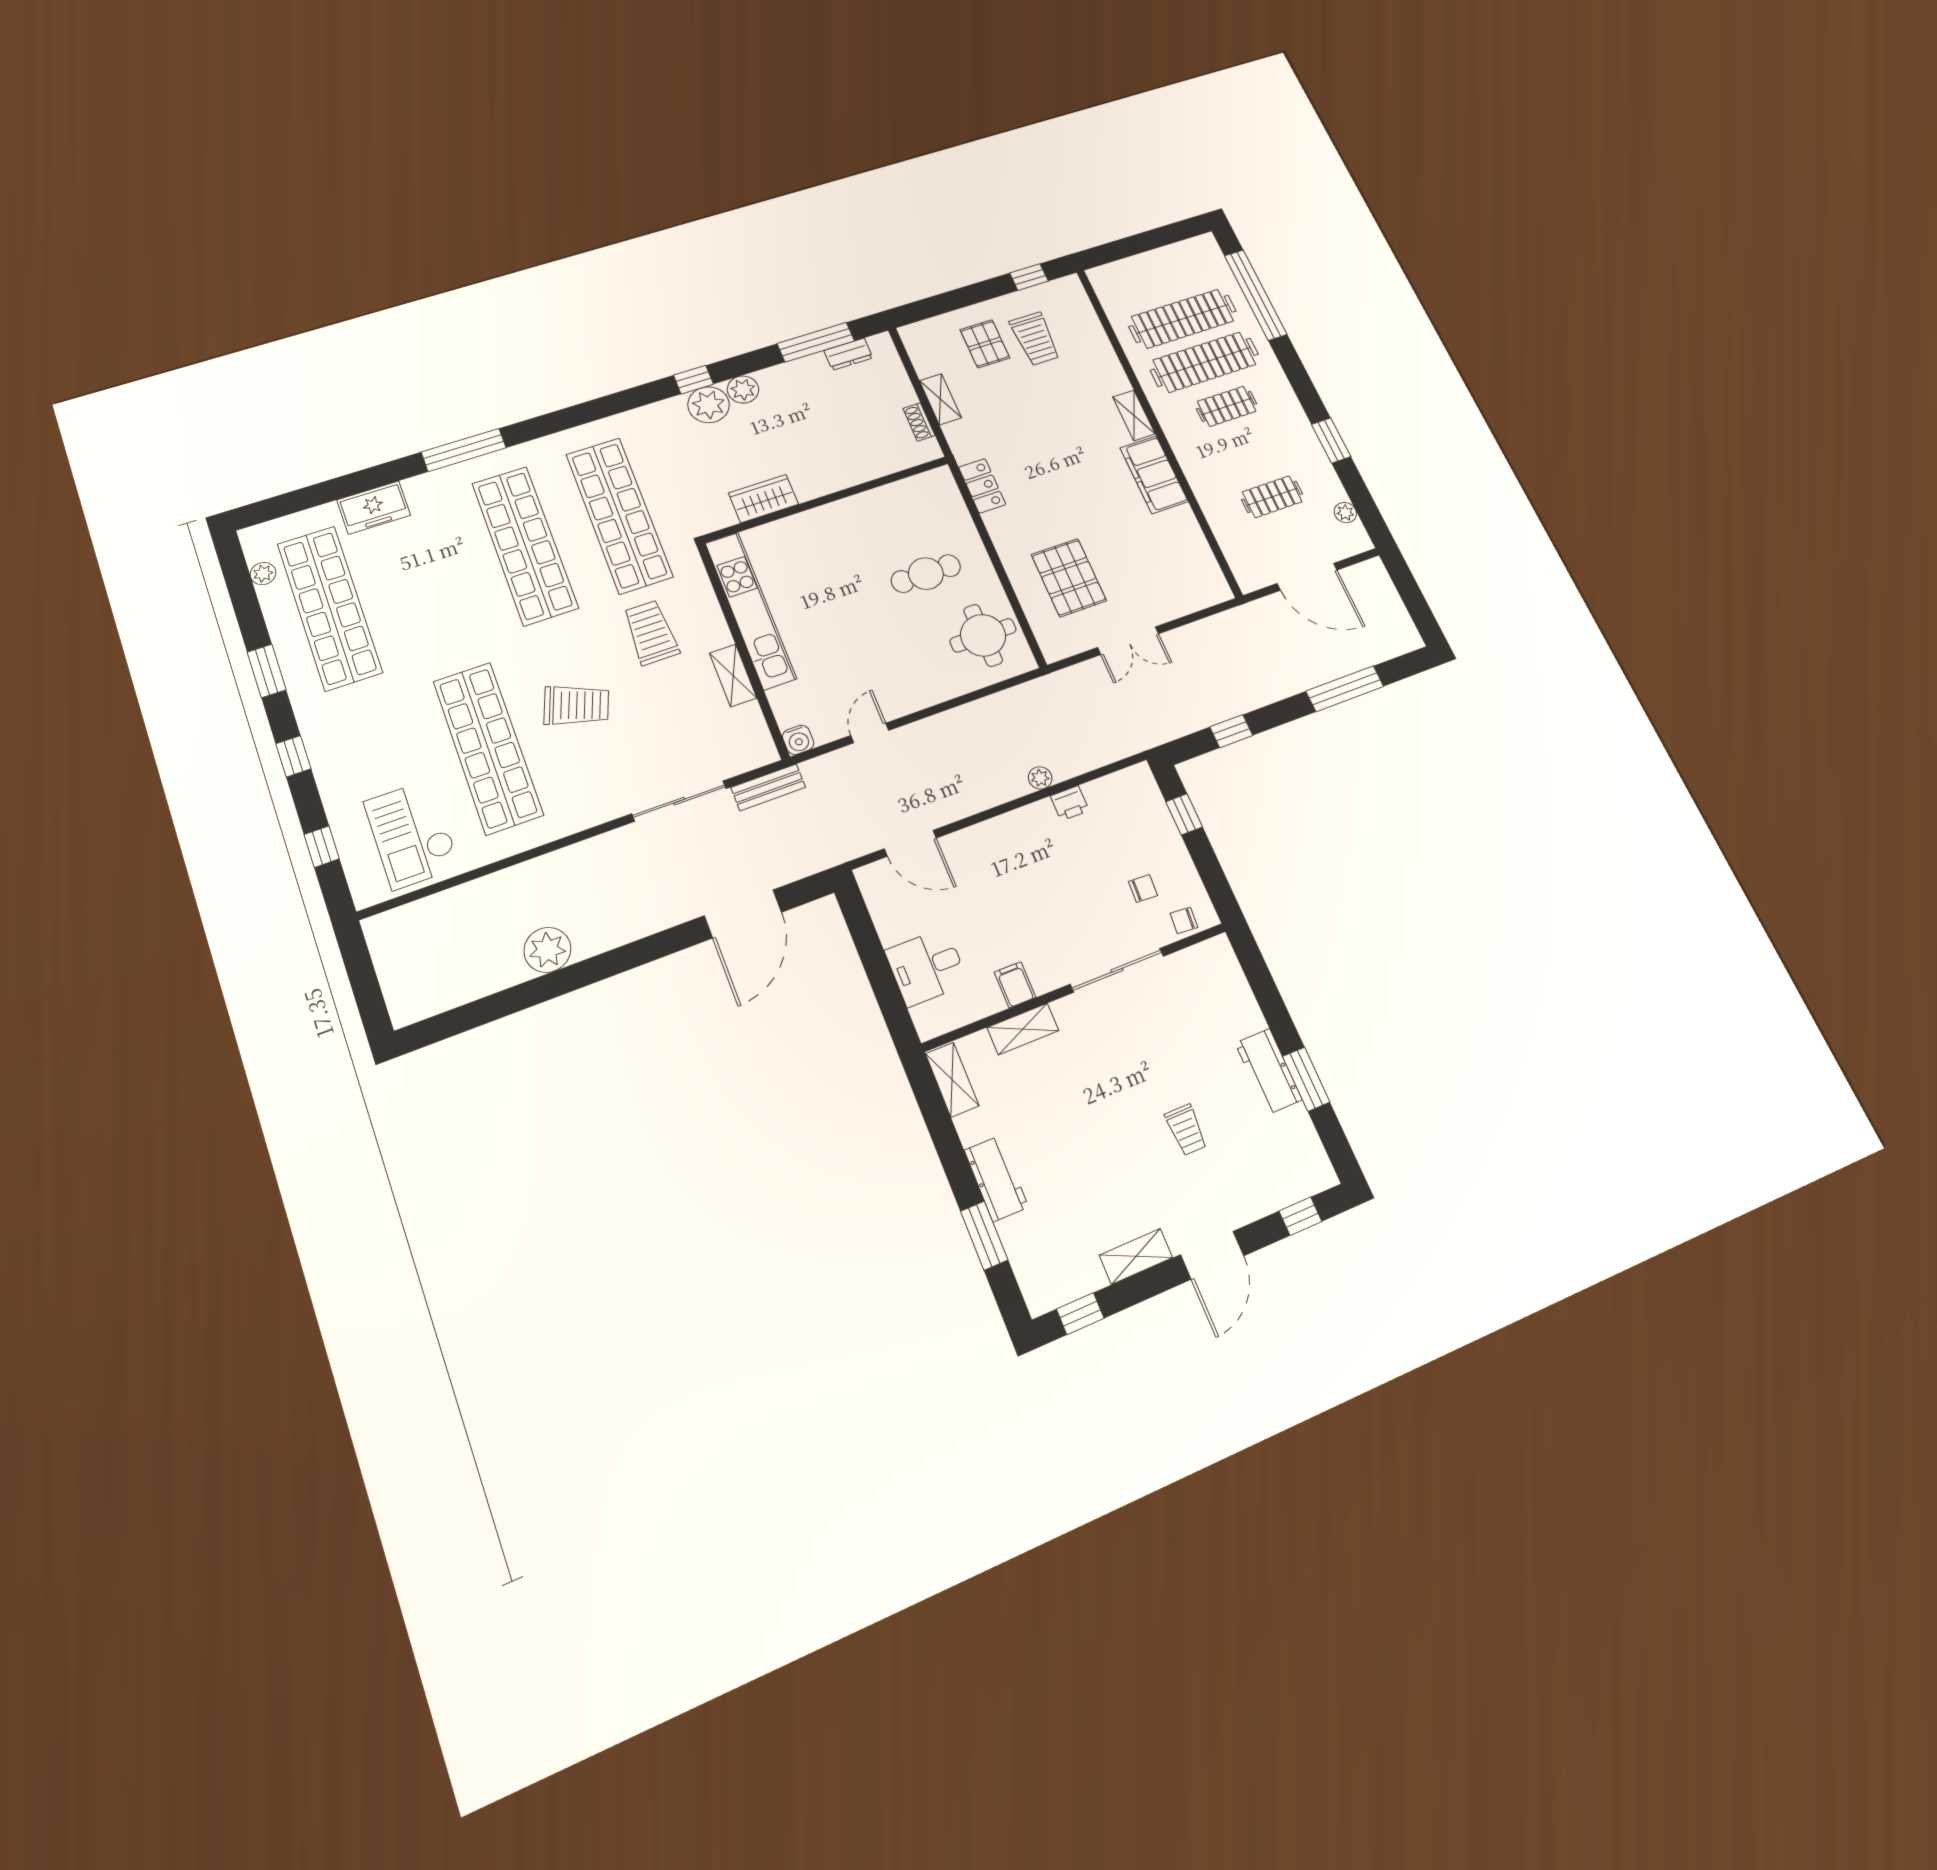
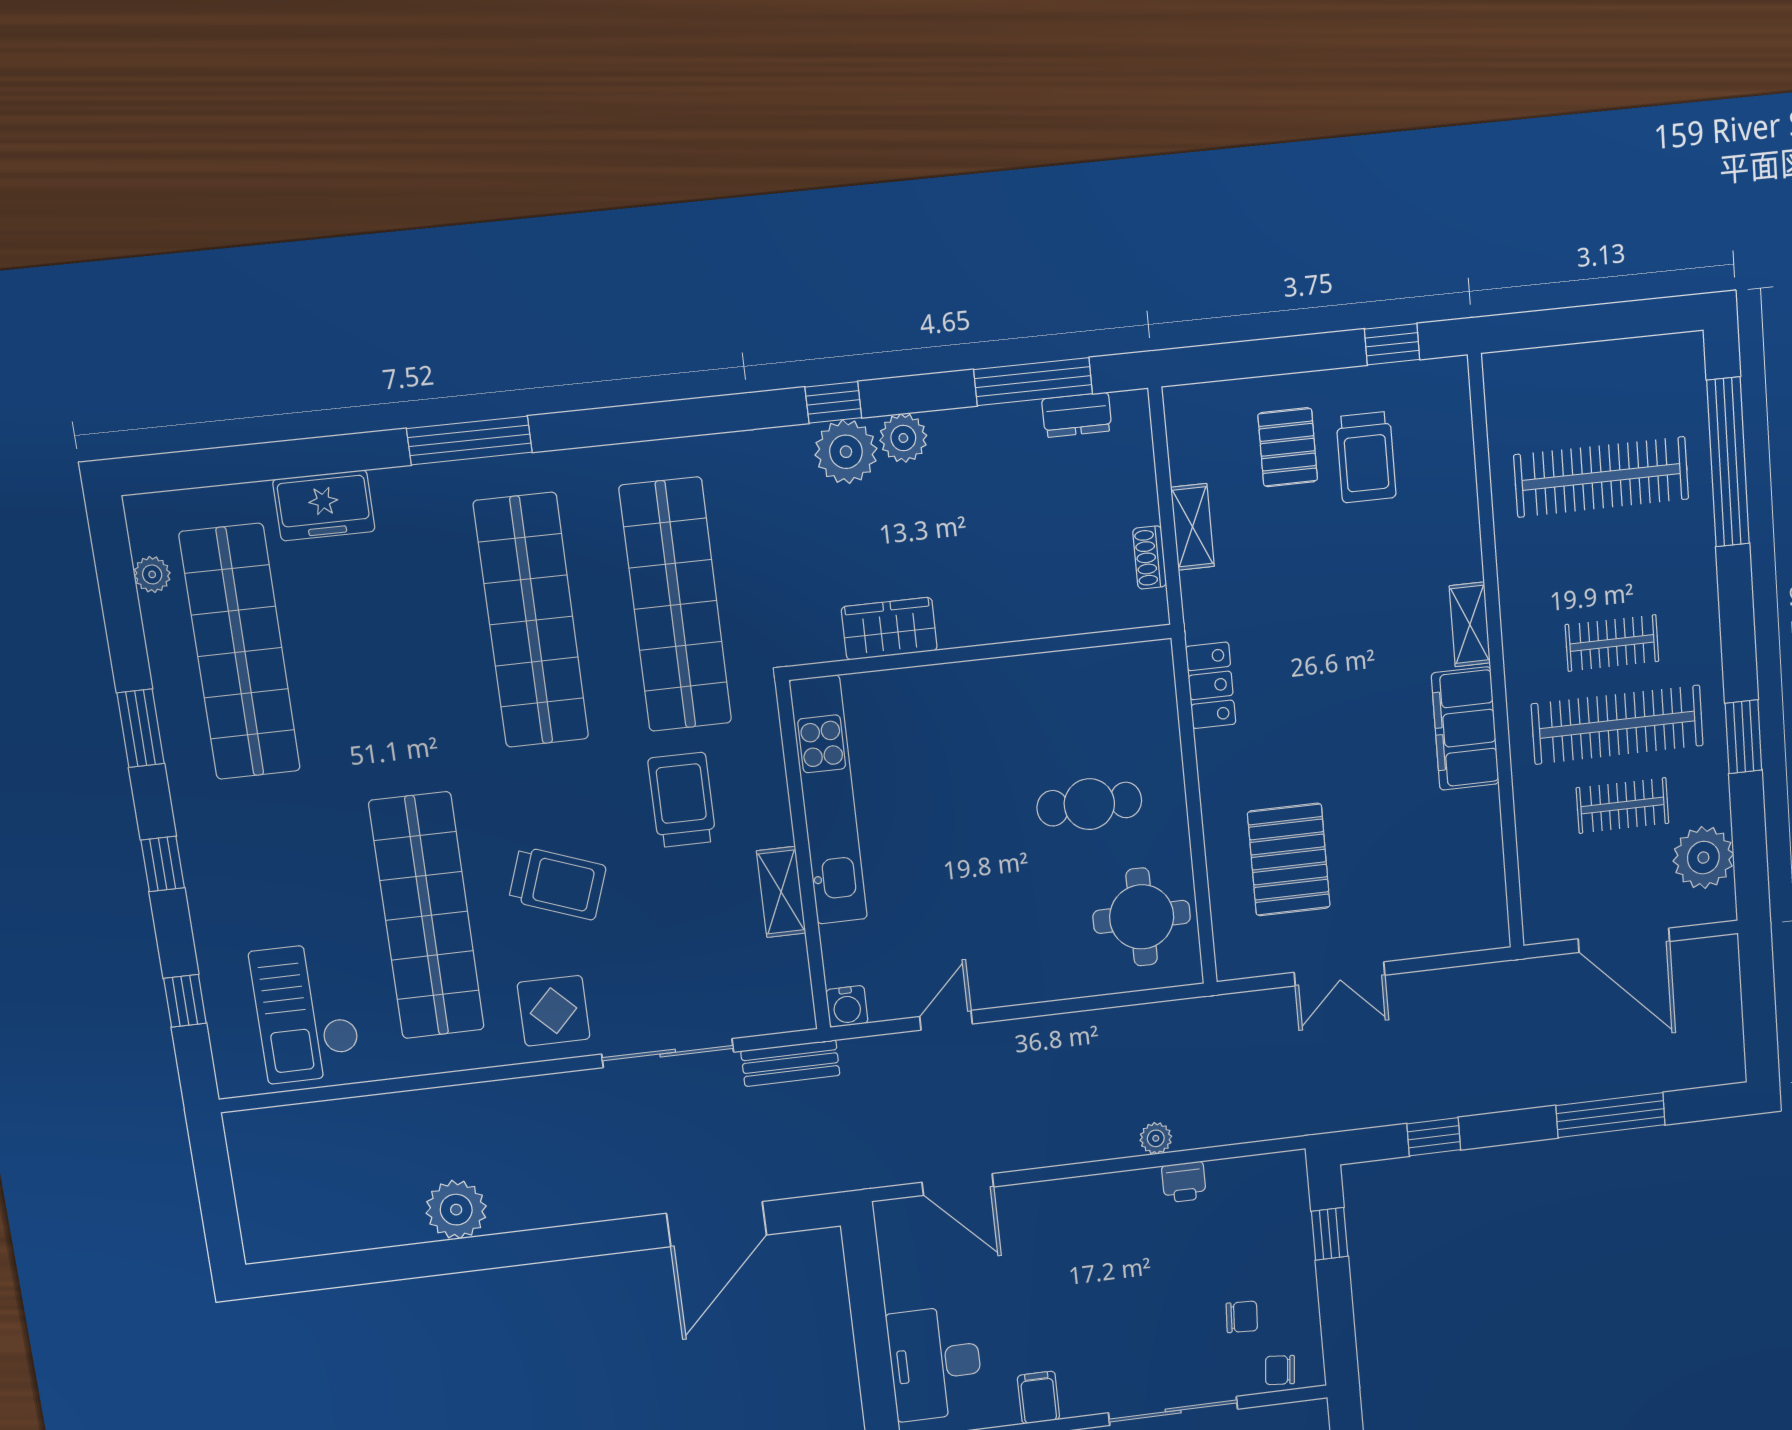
clothes rail: (1204, 362) -> (1617, 725), moved
plant: (1345, 513) -> (1703, 858), width x1.88, depth x1.88
display table: (591, 791) -> (554, 1011), added
desk: (927, 967) -> (935, 1363), width x1.37

